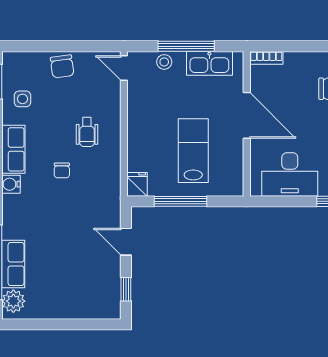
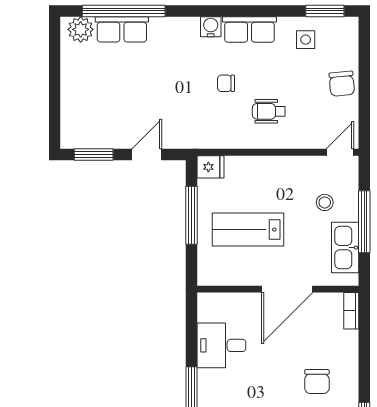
stool: (164, 62) -> (325, 202), moved
chair: (62, 66) -> (342, 84), turned -87
lab bench: (193, 151) -> (248, 230), turned 180
desk: (290, 175) -> (221, 345), width x0.73
window: (126, 289) -> (94, 155), width x1.50

